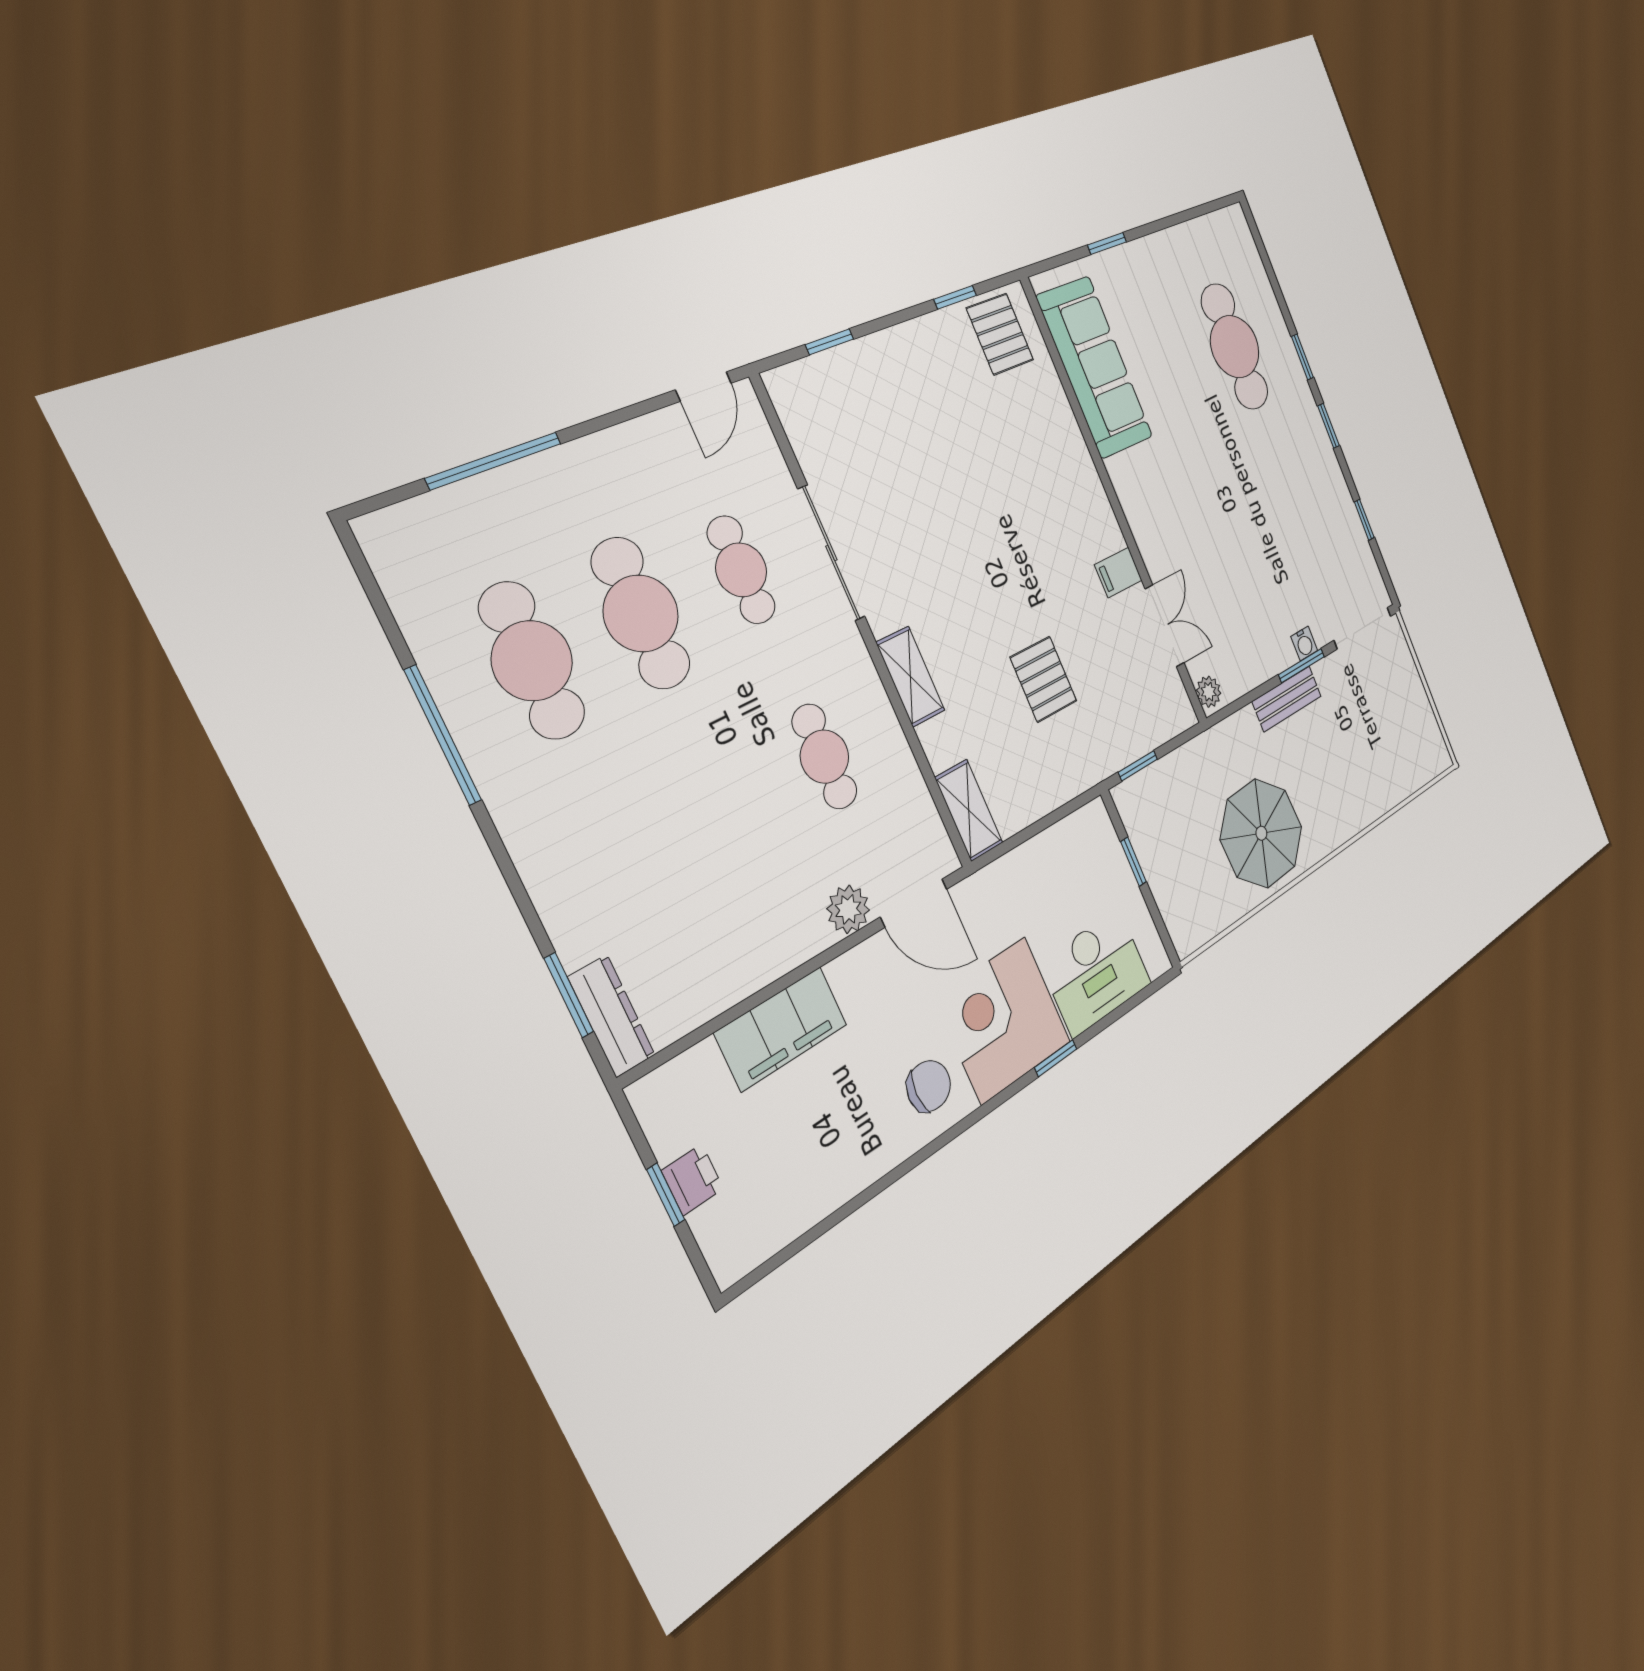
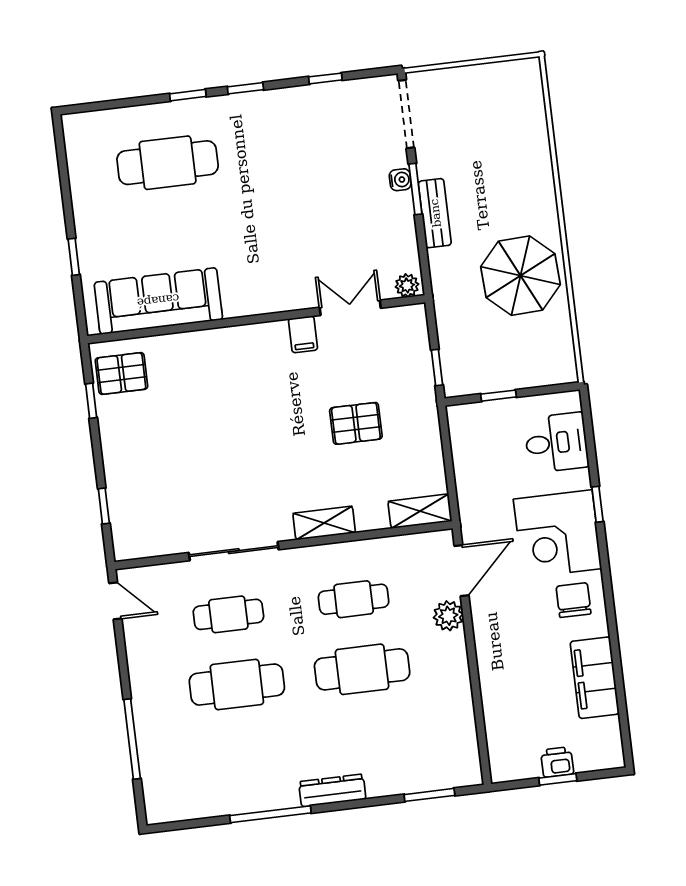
cafe table: (532, 661) -> (362, 669), moved
desk: (1096, 972) -> (556, 443), width x0.73
dresser: (612, 1016) -> (332, 790), moved
filing cabinet: (781, 1029) -> (595, 678), moved, turned 180

